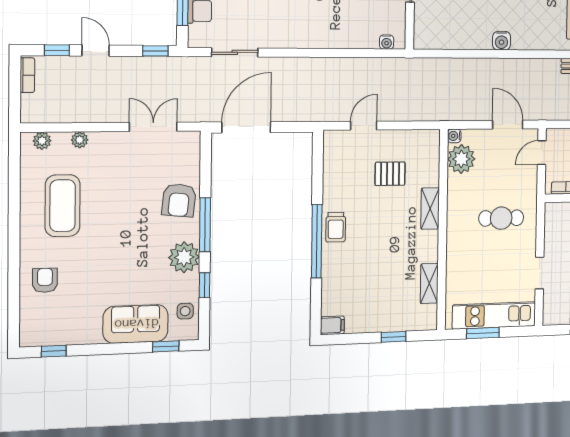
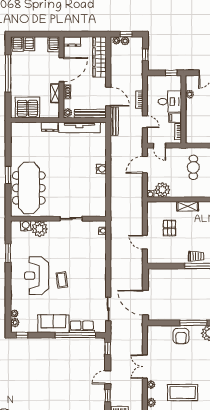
double door: (153, 127) -> (145, 367), moved
armchair: (179, 200) -> (181, 336), turned 84

